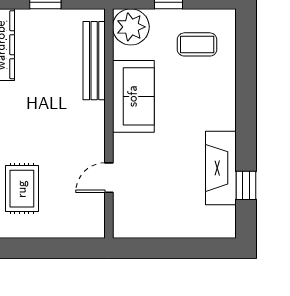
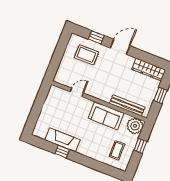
door: (109, 178) -> (77, 92), hinge flipped
window: (246, 185) -> (62, 152), moved

